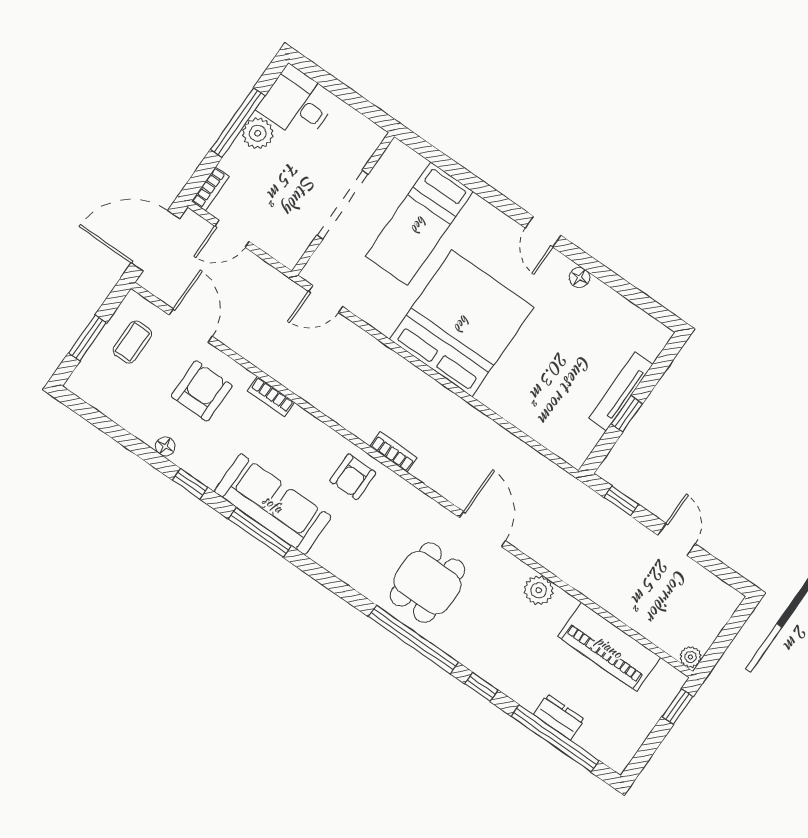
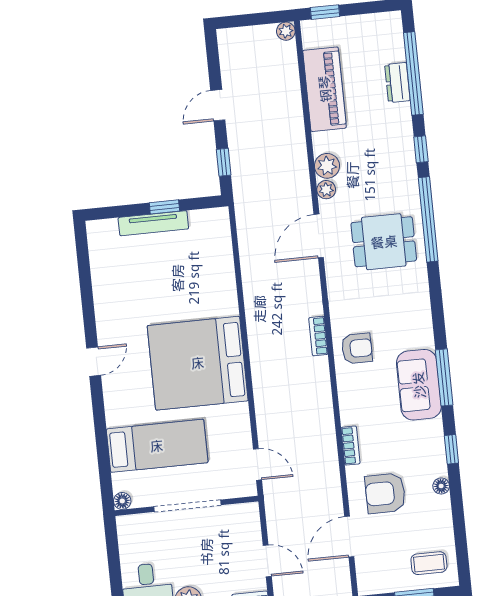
floor lamp: (579, 278) -> (122, 501), moved
coffee table: (132, 342) -> (429, 563), moved
sofa: (273, 504) -> (419, 385), width x0.73
plant: (518, 571) -> (326, 190), added

